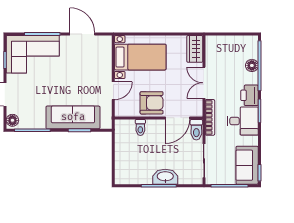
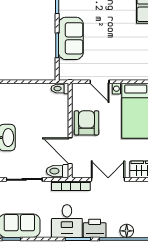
armchair: (152, 103) -> (87, 123), turned 180
sofa: (73, 117) -> (71, 38), width x0.73
toilet: (140, 127) -> (60, 89), moved

